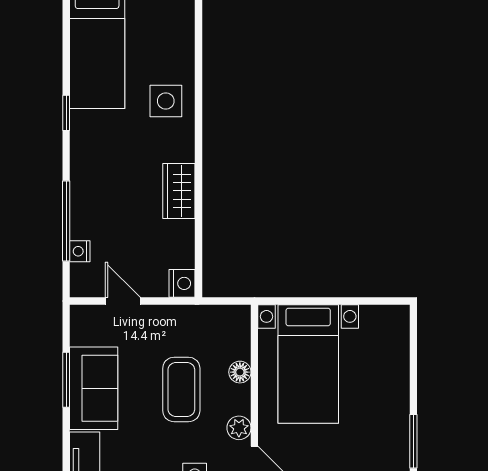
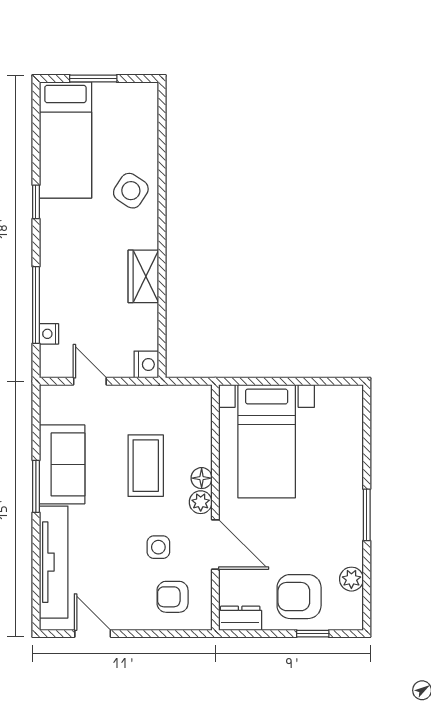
side table: (166, 101) -> (131, 191), turned 33
floor lamp: (240, 372) -> (202, 478), moved
window: (66, 380) -> (36, 486), moved

